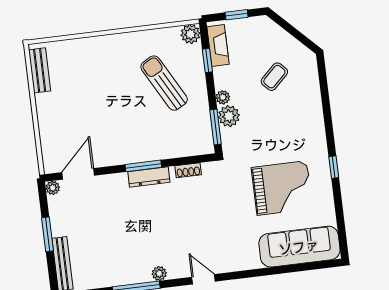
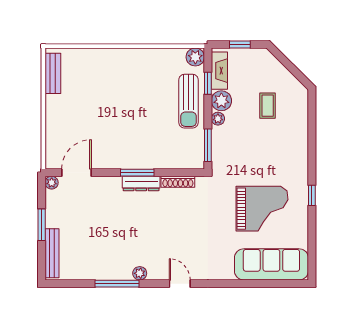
coffee table: (274, 77) -> (268, 106), turned -46
sun lounger: (164, 83) -> (189, 101), moved, turned -151
plant: (229, 116) -> (221, 101), moved
shoe rack: (188, 170) -> (178, 182), width x1.43

